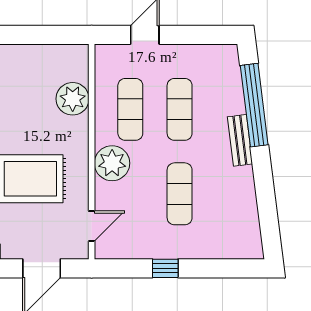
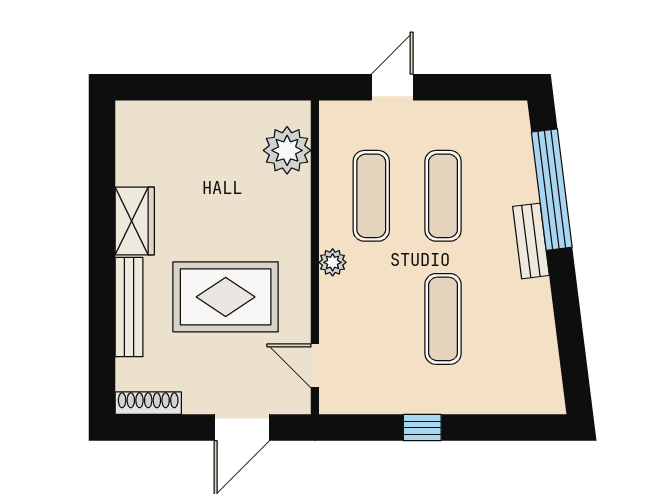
plant: (73, 99) -> (287, 150), moved
plant: (112, 163) -> (333, 262), width x0.53, depth x0.53
door: (92, 226) -> (315, 366), swing flipped

